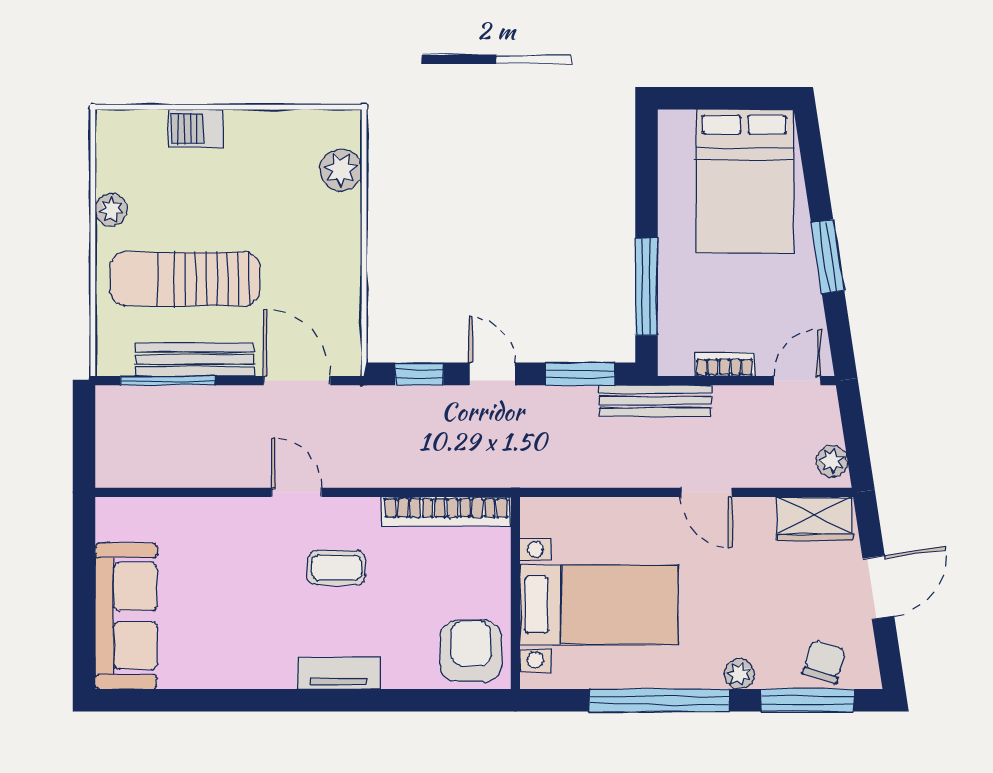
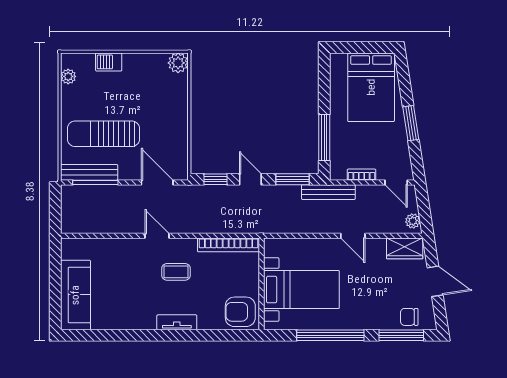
plant: (341, 170) -> (178, 63), moved
plant: (111, 210) -> (68, 76), moved
bench: (195, 359) -> (89, 172), moved
door: (797, 381) -> (396, 182), swing flipped
door: (878, 587) -> (435, 281), hinge flipped
armchair: (471, 651) -> (240, 312), turned -90
chair: (824, 662) -> (409, 317), turned -107
plant: (739, 674) -> (369, 323), removed

